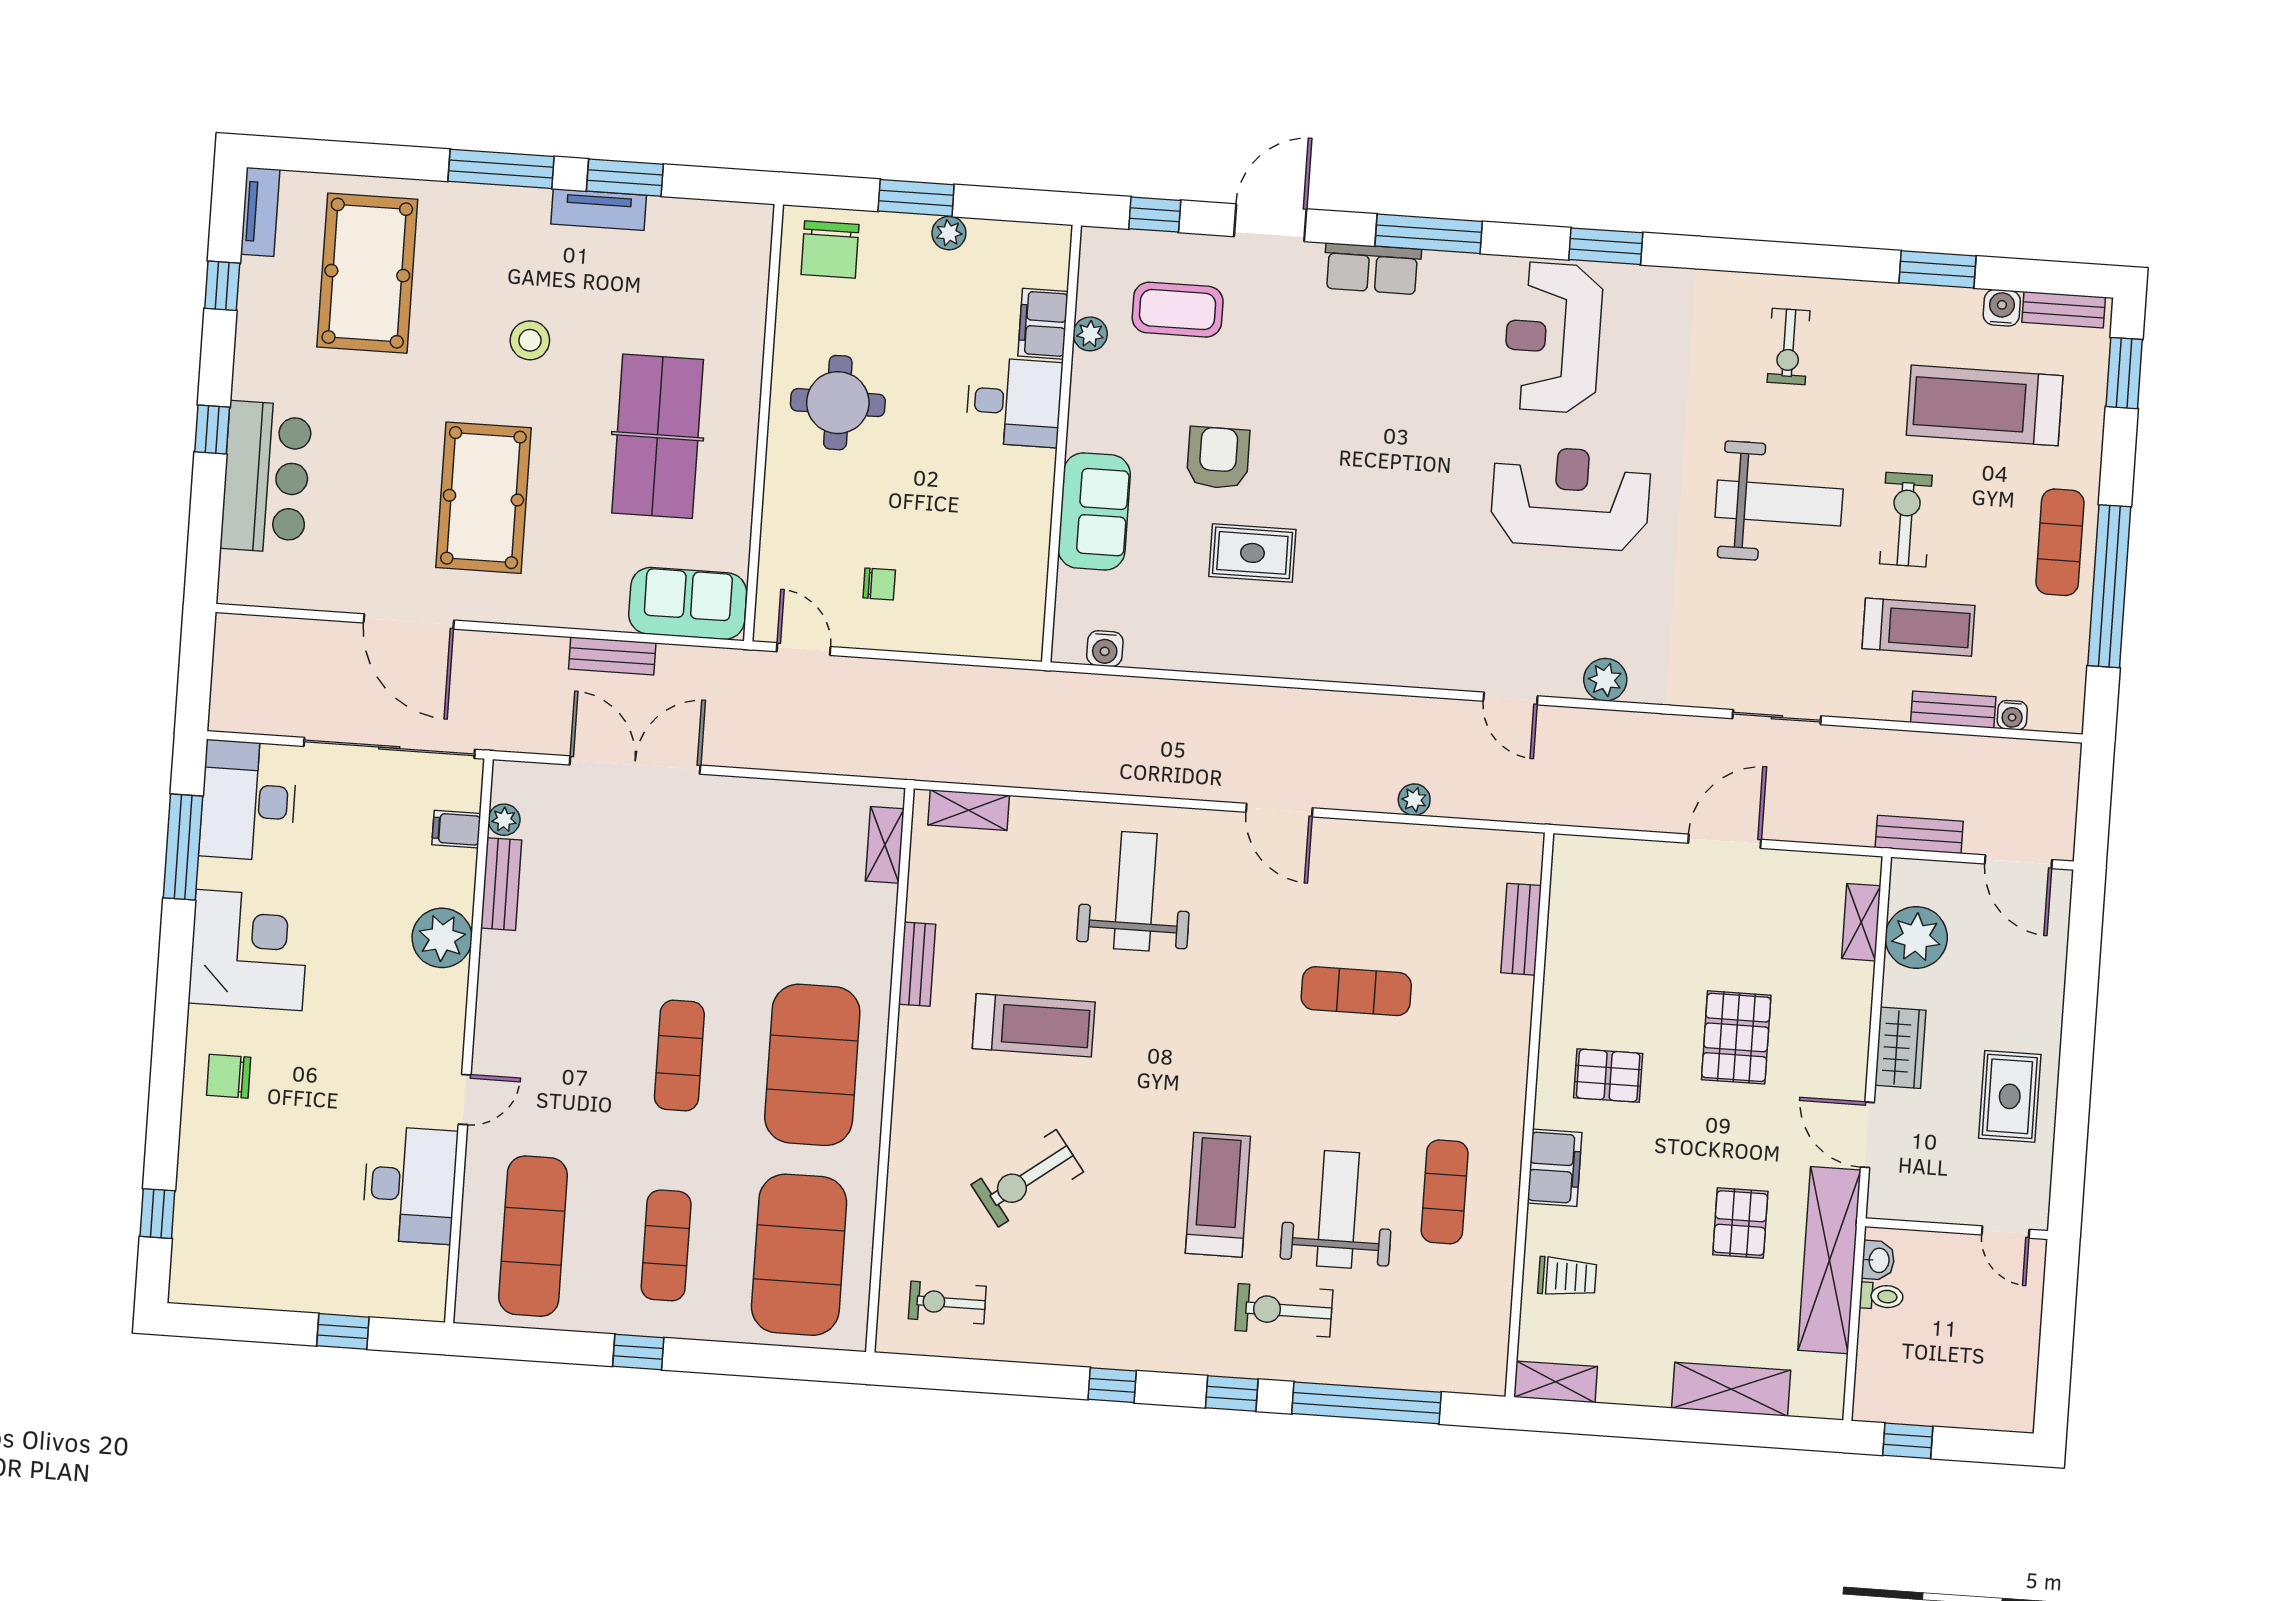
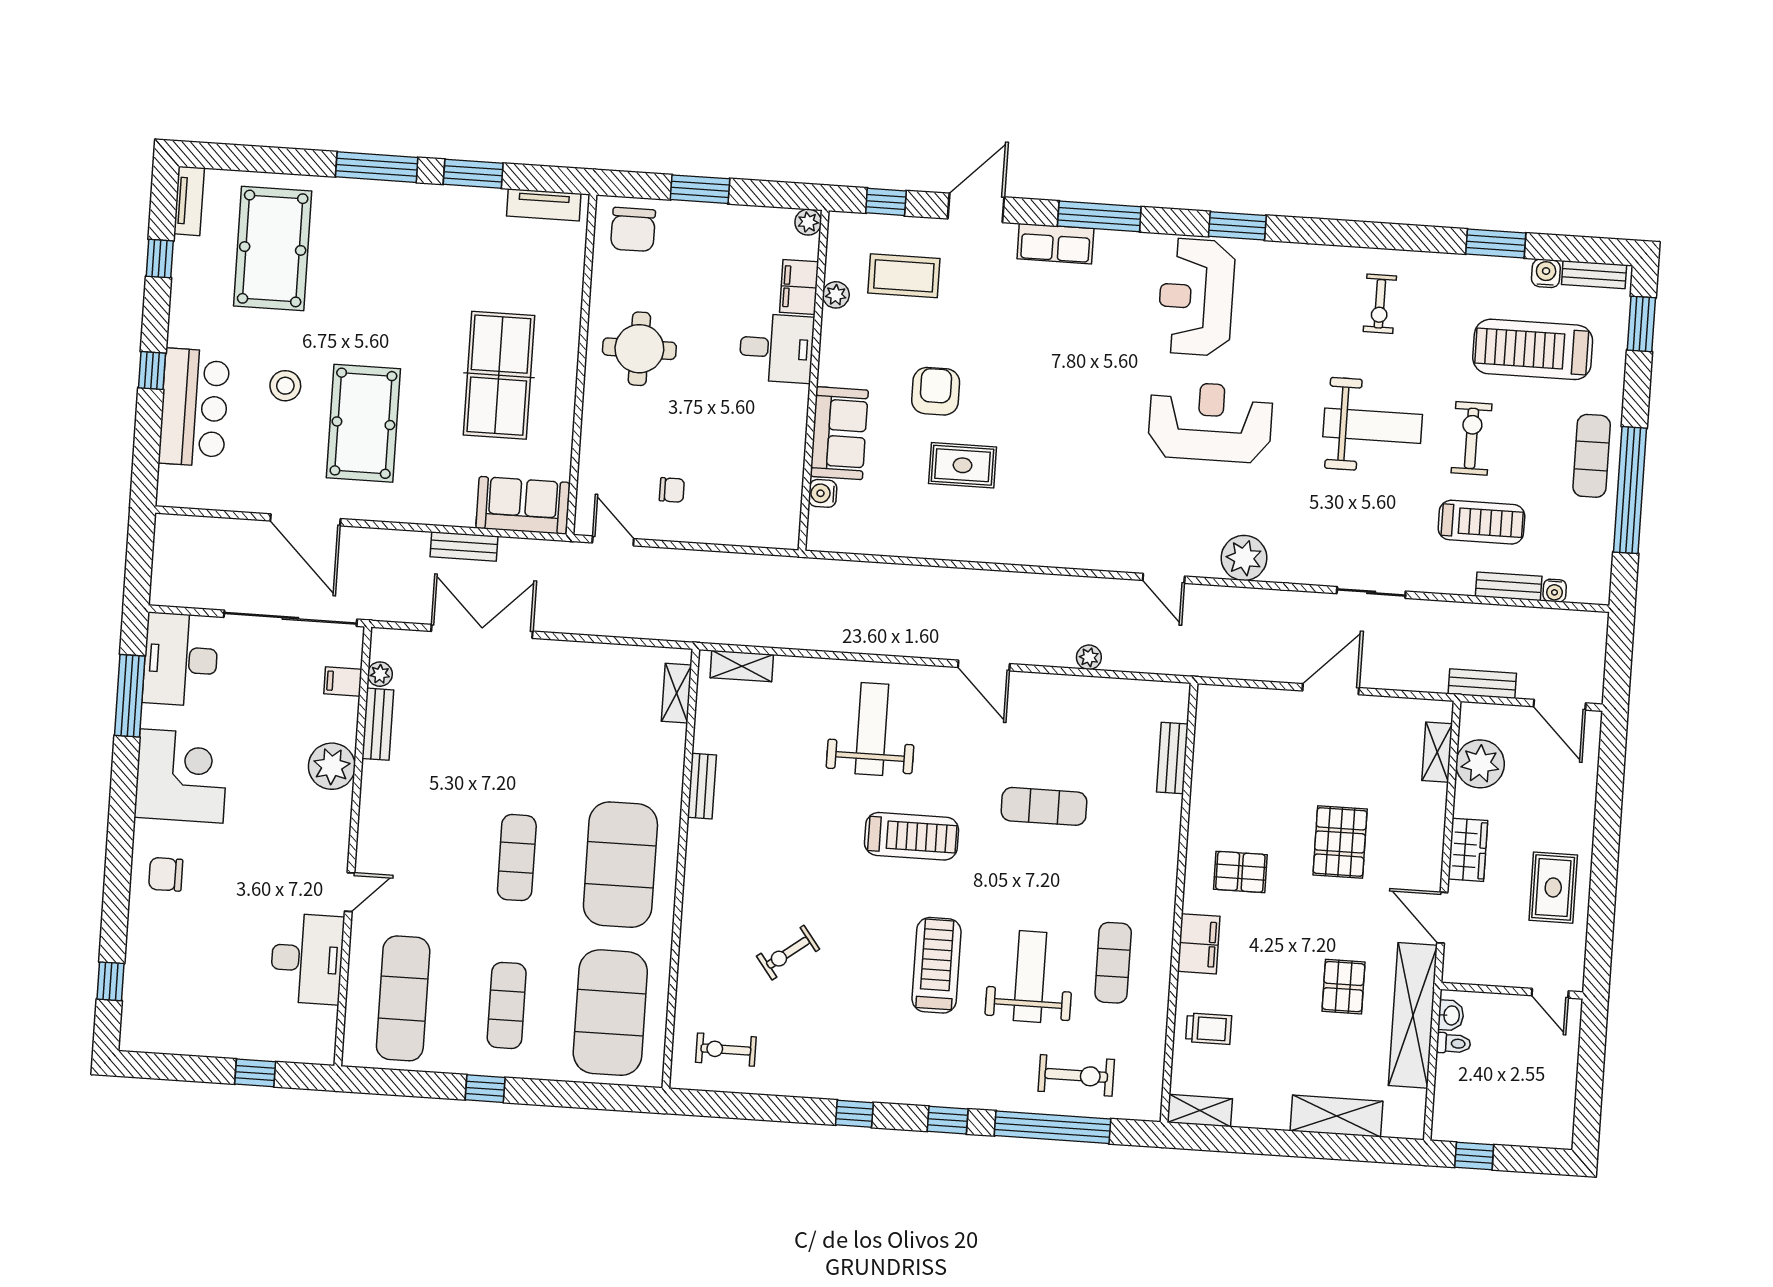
tv unit: (599, 210) -> (544, 205), moved
plant: (949, 233) -> (808, 222), moved
stool: (530, 340) -> (285, 386), moved
water cooler: (1105, 649) -> (823, 493), moved, turned 90
plant: (1605, 680) -> (1244, 558), width x1.36, depth x1.36
treadmill: (1034, 1025) -> (911, 836), moved
exercise bike: (1027, 1178) -> (788, 953), width x0.73, depth x0.72
exercise bike: (1284, 1310) -> (1076, 1075), moved, turned 180

